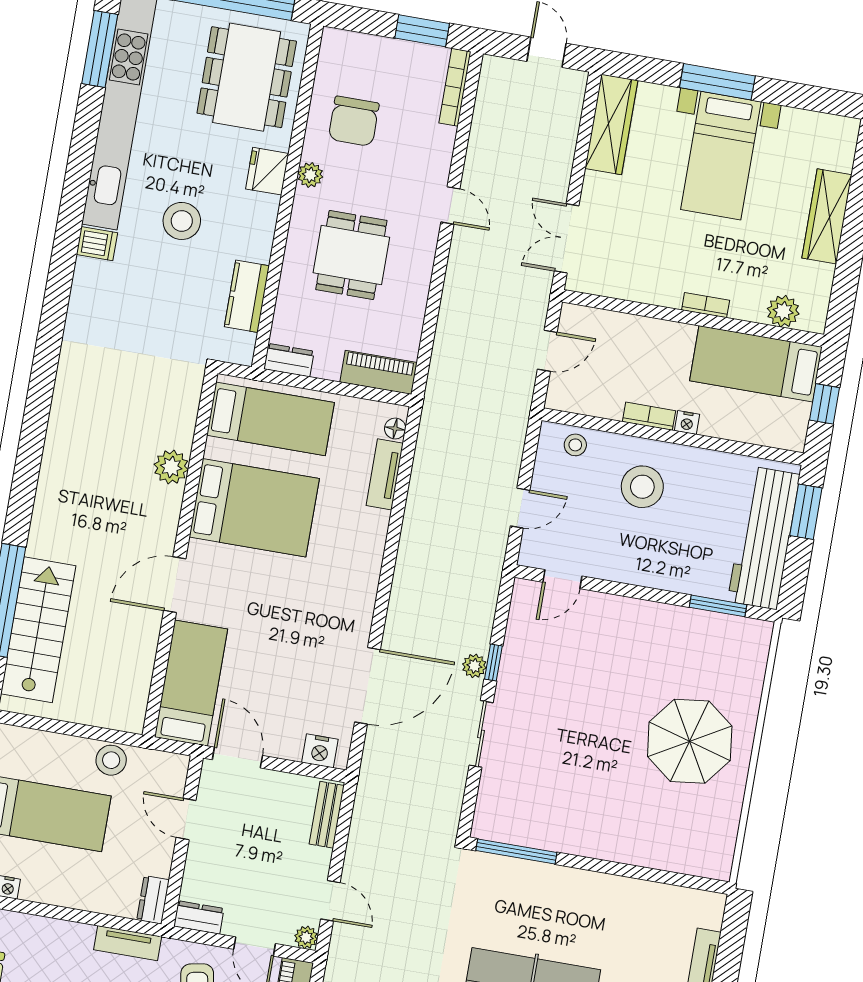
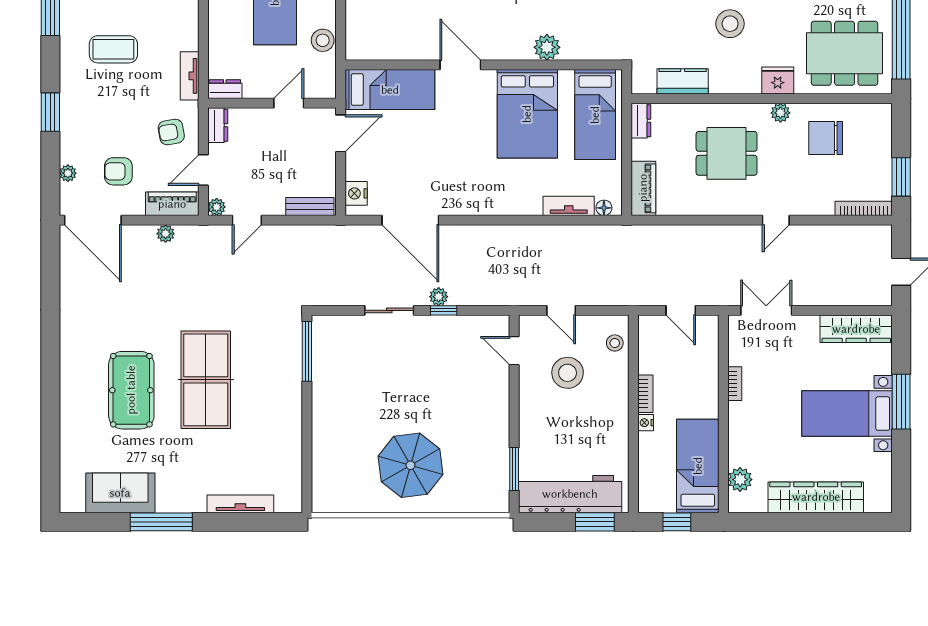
wardrobe: (827, 216) -> (816, 497), width x1.40, depth x1.17
bookcase: (706, 305) -> (735, 384), moved
stool: (642, 487) -> (568, 373), moved

